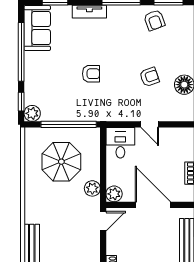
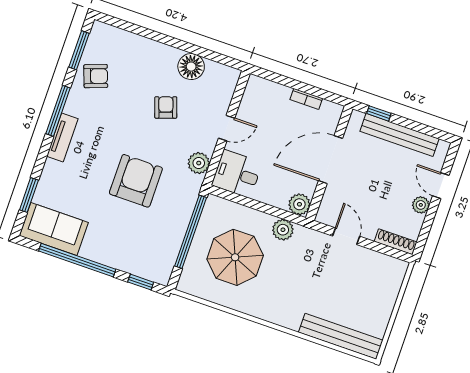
tv unit: (89, 12) -> (62, 138), moved
armchair: (91, 74) -> (136, 181), width x1.88, depth x1.88
plant: (32, 113) -> (199, 163), moved
door: (103, 221) -> (346, 236), moved

